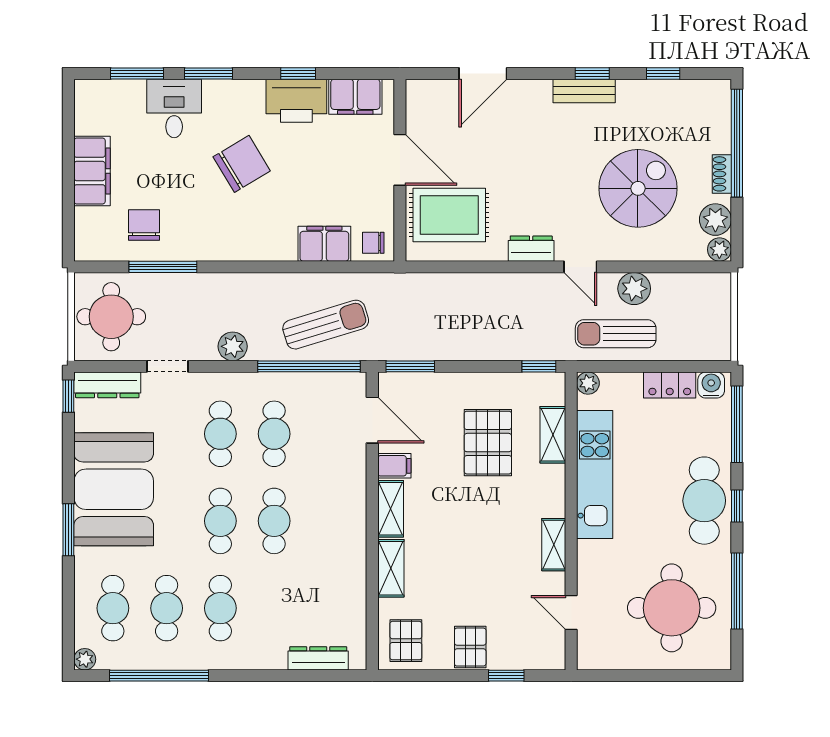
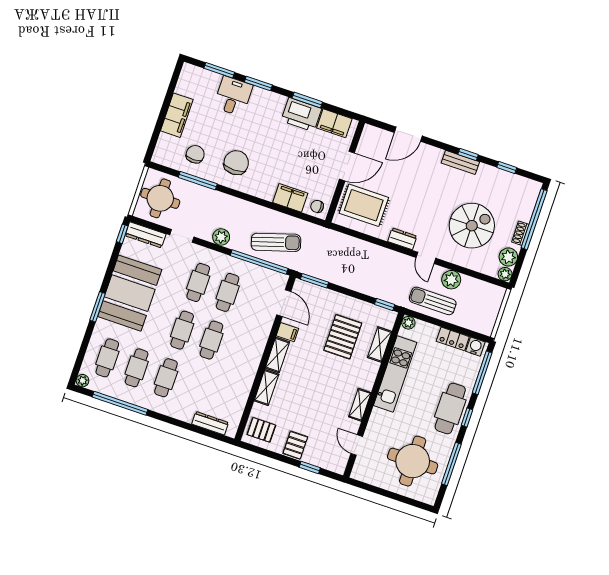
window: (298, 74) -> (307, 100), width x1.50
door: (400, 160) -> (347, 166), hinge flipped
chair: (242, 164) -> (236, 163), moved, turned -59
pallet: (406, 641) -> (261, 430), turned 90

